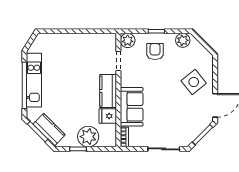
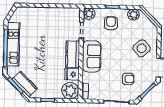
sofa: (132, 107) -> (92, 56), moved
armchair: (178, 120) -> (128, 79), added
plant: (88, 137) -> (70, 91), moved

